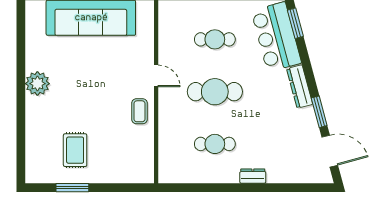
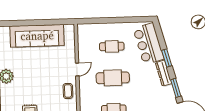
window: (295, 23) -> (167, 58), moved
door: (156, 76) -> (77, 69), hinge flipped

